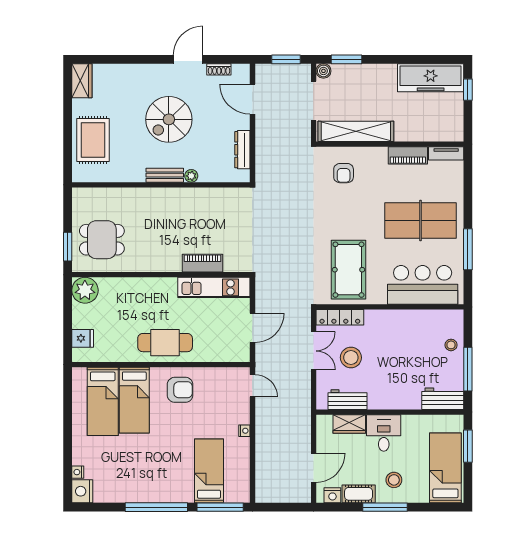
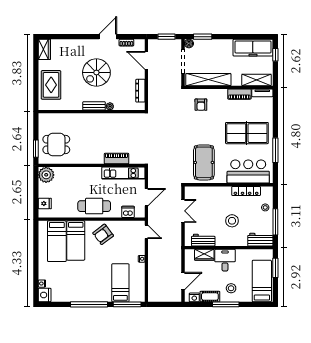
shelving: (436, 132) -> (257, 80), added
locker: (340, 317) -> (246, 191), moved
dishwasher: (222, 352) -> (128, 212), added
stool: (351, 358) -> (232, 221), moved
armchair: (180, 390) -> (103, 234), turned 143

